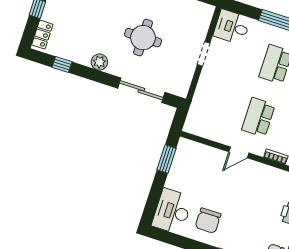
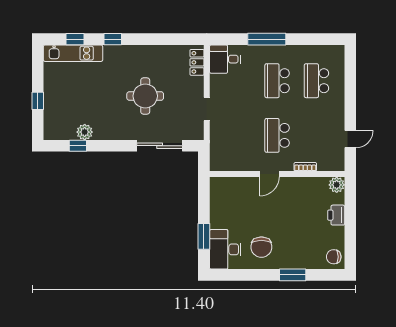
locker: (42, 35) -> (197, 62), moved, turned 180
doorway: (204, 54) -> (207, 109), moved
plant: (99, 62) -> (85, 132), moved
window: (166, 159) -> (204, 236), moved

